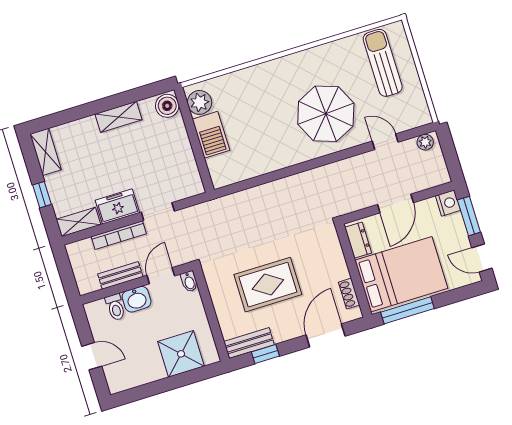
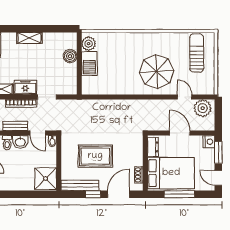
boiler: (167, 106) -> (70, 56), moved
shelving: (119, 117) -> (29, 38), moved
plant: (425, 142) -> (203, 108), width x1.88, depth x1.88
door: (395, 204) -> (180, 133), swing flipped
door: (161, 276) -> (38, 133), swing flipped
window: (407, 310) -> (179, 194), moved
bench: (249, 343) -> (80, 185), width x1.36
shower: (181, 354) -> (46, 179), moved
window: (265, 354) -> (93, 194), moved

